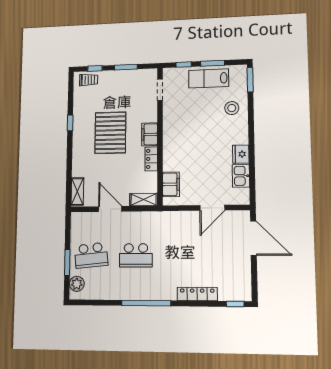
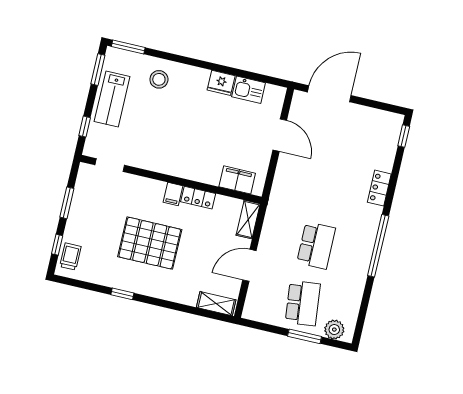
window: (213, 63) -> (98, 70), moved
filing cabinet: (150, 134) -> (173, 194), width x0.50
locker: (197, 294) -> (379, 188), width x0.66

